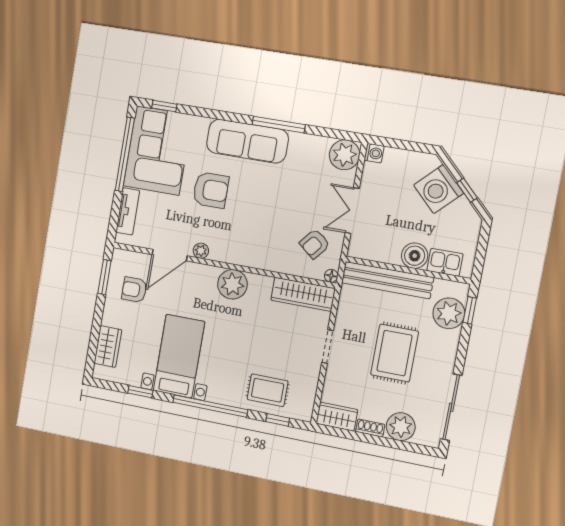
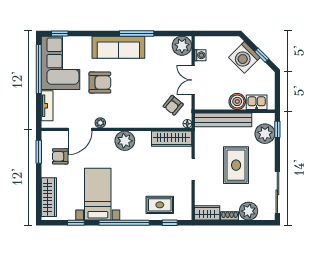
washing machine: (374, 153) -> (200, 55), moved
wardrobe: (108, 347) -> (49, 197), width x1.50

